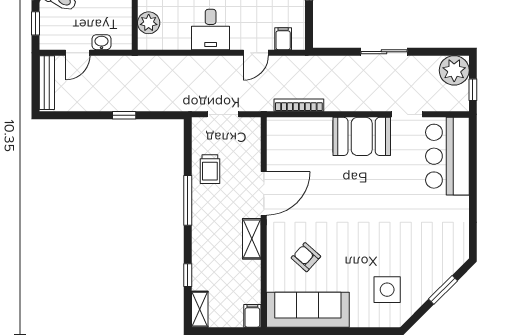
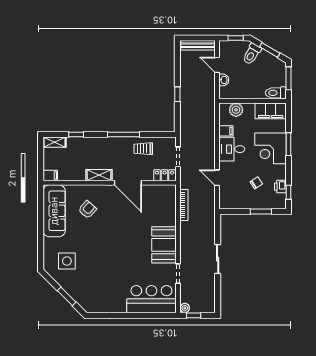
filing cabinet: (283, 39) -> (226, 131), moved
plant: (454, 70) -> (185, 308), moved, width x0.53, depth x0.53
locker: (252, 136) -> (165, 175), added

